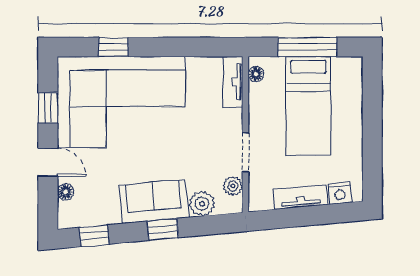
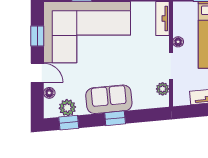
floor lamp: (256, 74) -> (178, 42), moved
plant: (202, 204) -> (67, 108), moved

